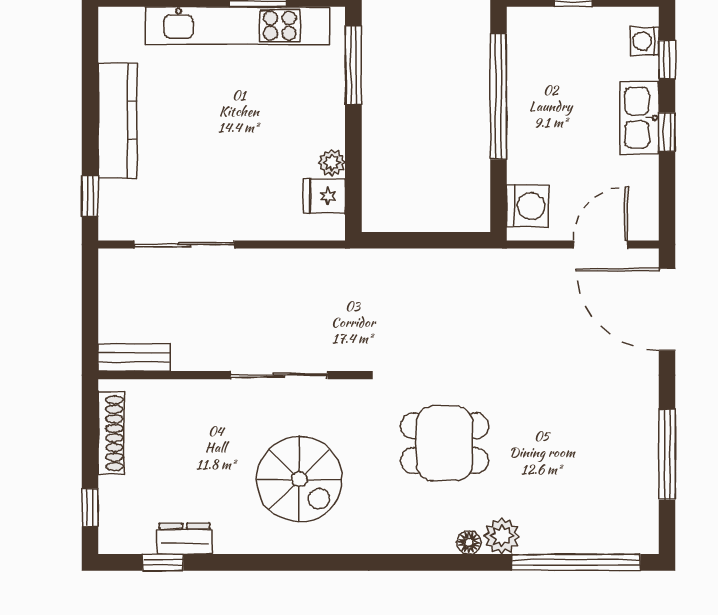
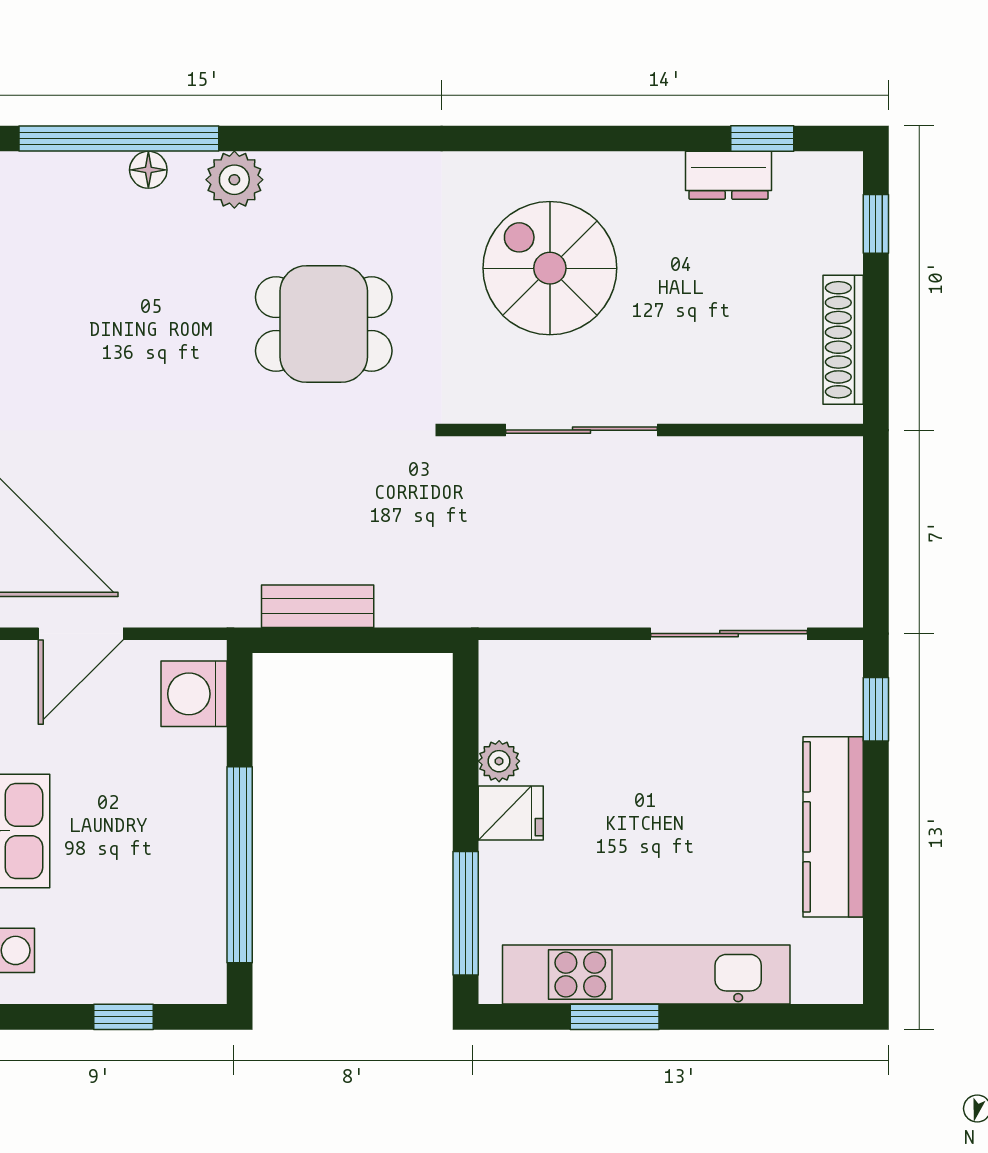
fridge: (324, 196) -> (511, 813), moved
bench: (134, 358) -> (318, 606), moved
floor lamp: (469, 542) -> (148, 170), moved

